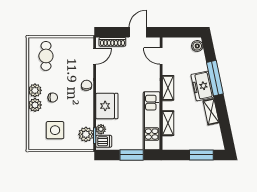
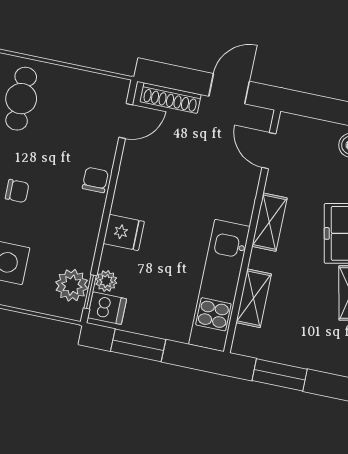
fridge: (107, 106) -> (124, 232), width x0.53, depth x0.75
window: (132, 155) -> (138, 345), moved
window: (201, 155) -> (280, 375), moved

